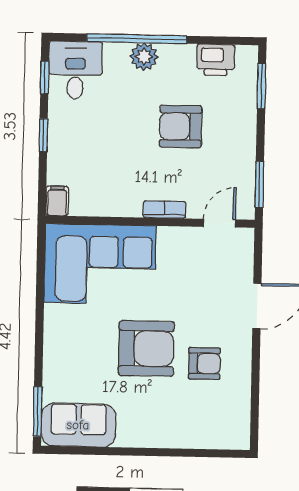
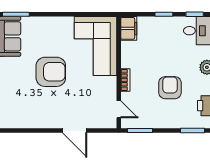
filing cabinet: (57, 201) -> (129, 28), width x2.00
armchair: (146, 349) -> (51, 72), turned -90
armchair: (204, 363) -> (43, 103), removed

